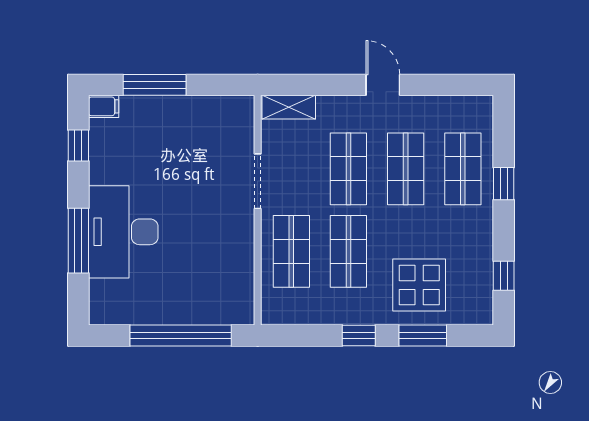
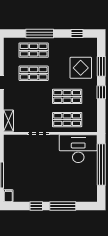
window: (78, 146) -> (36, 206), moved
shop shelf: (348, 169) -> (34, 96), removed
window: (504, 184) -> (40, 34), width x2.17
desk: (123, 232) -> (78, 149), moved, turned 180

